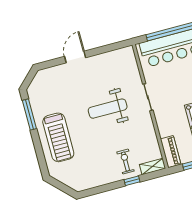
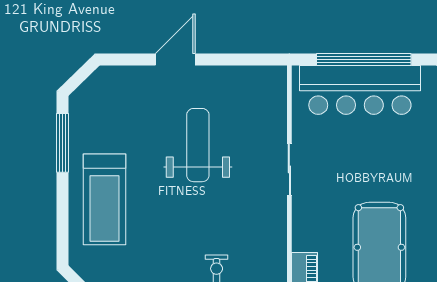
weight bench: (108, 109) -> (198, 145), moved, turned 90

